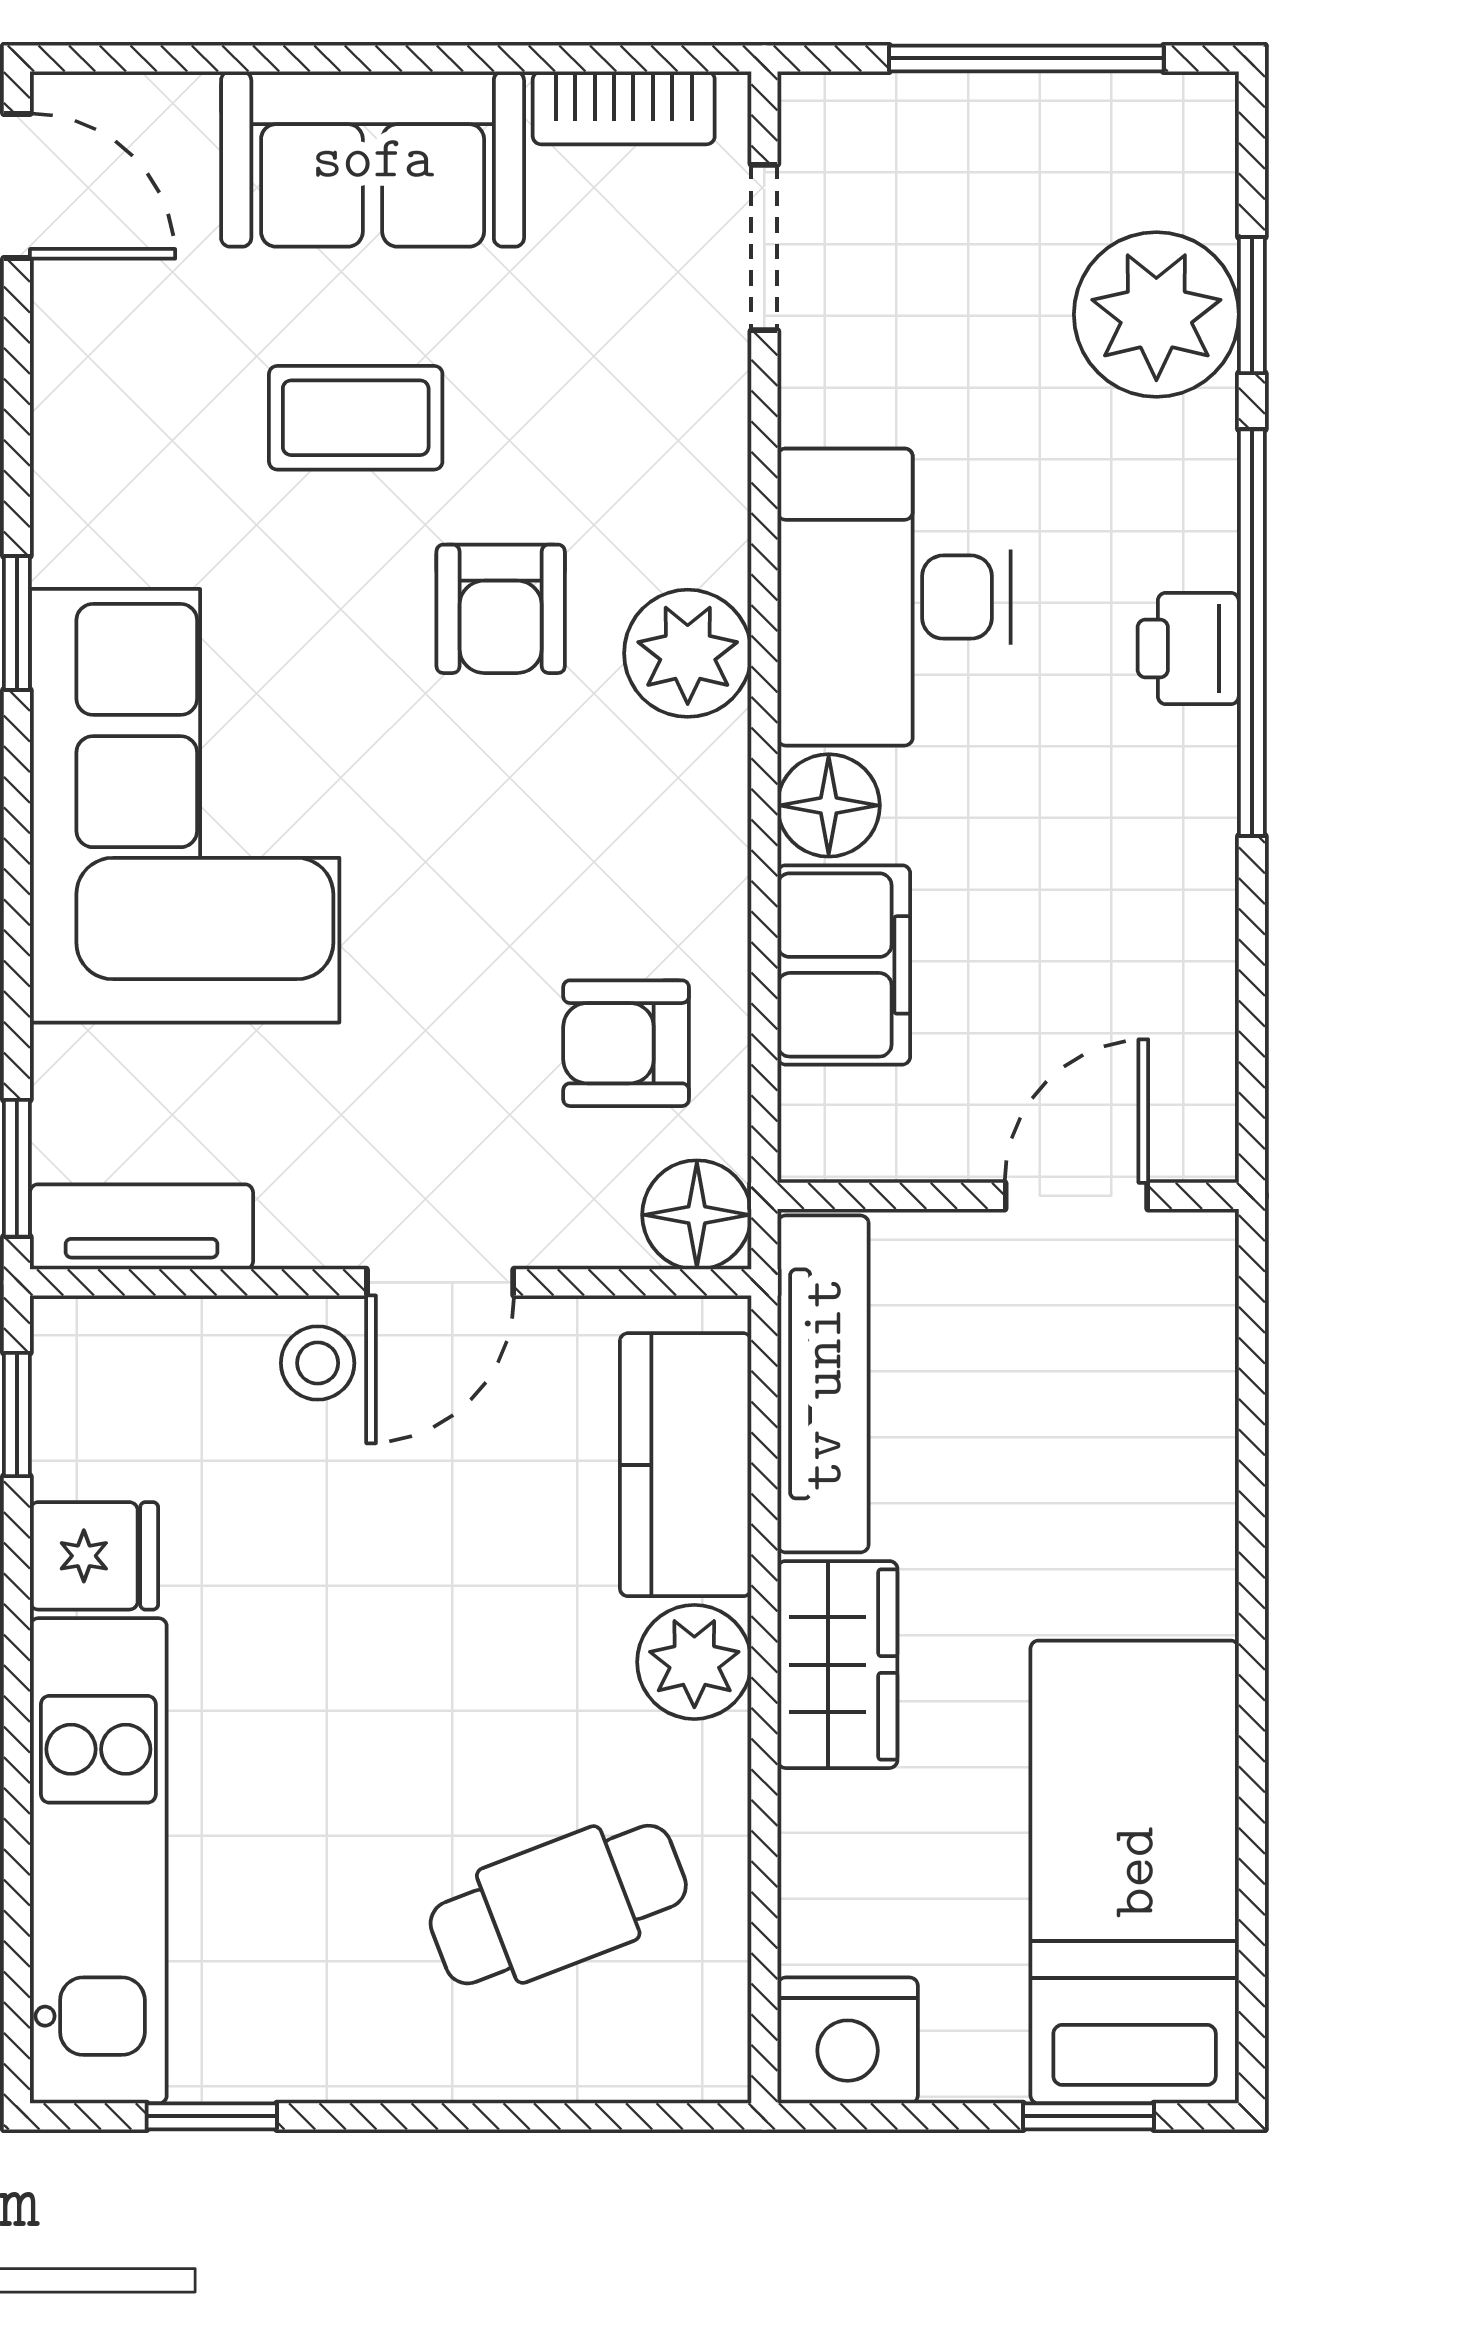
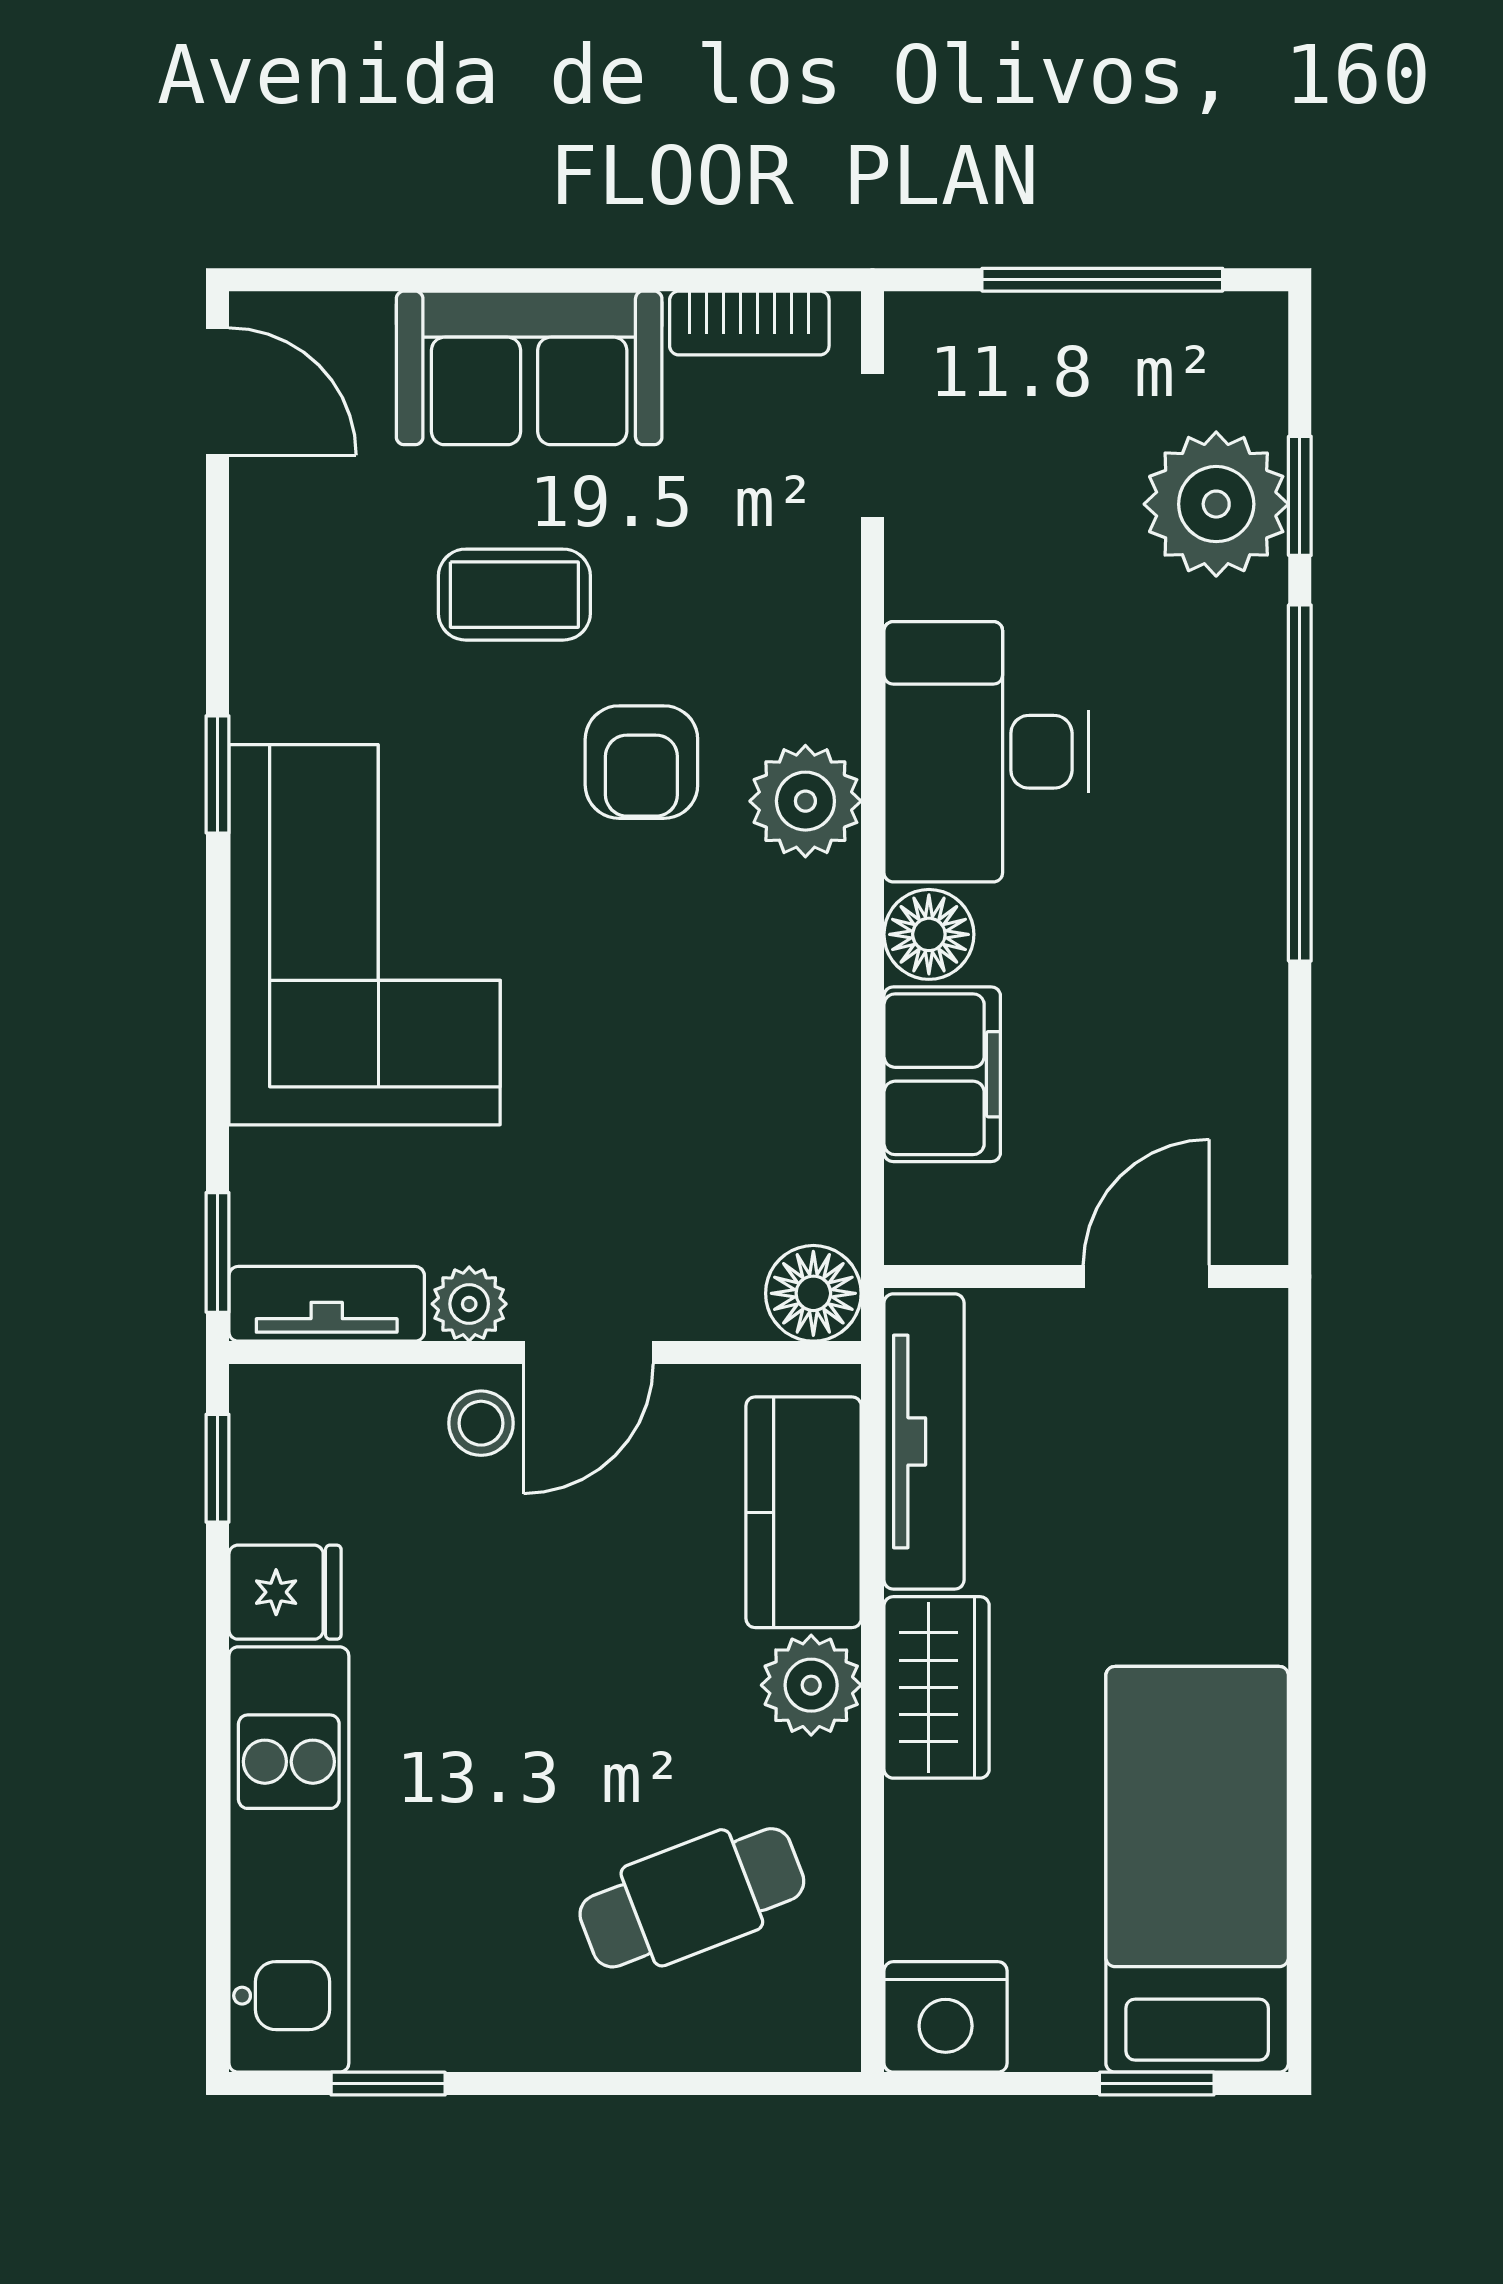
printer: (1188, 648) -> (1244, 797), removed
armchair: (626, 1043) -> (751, 1143), removed
plant: (304, 1227) -> (469, 1304), added

